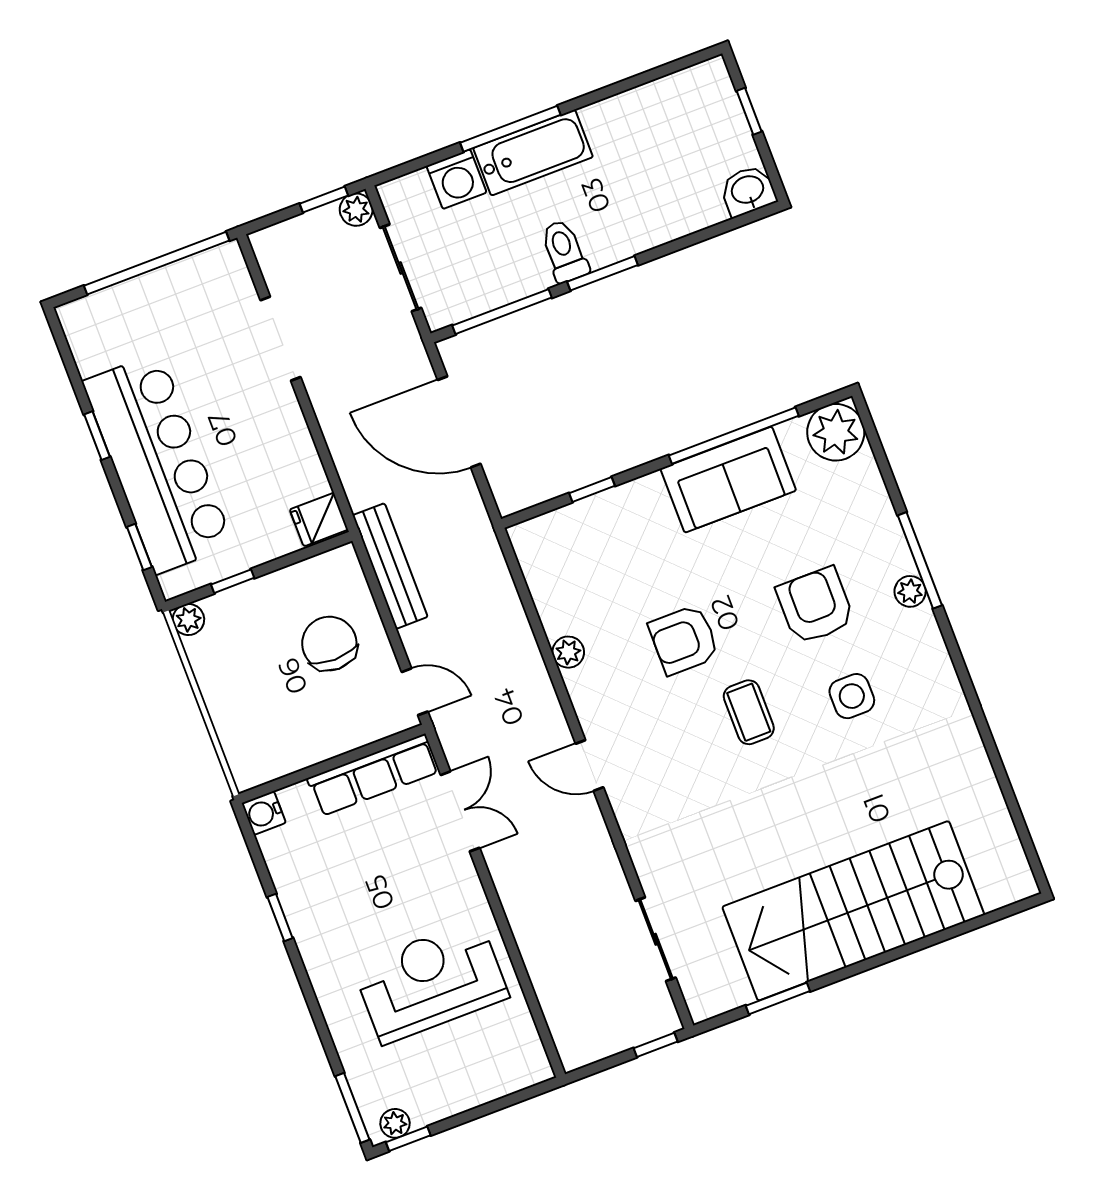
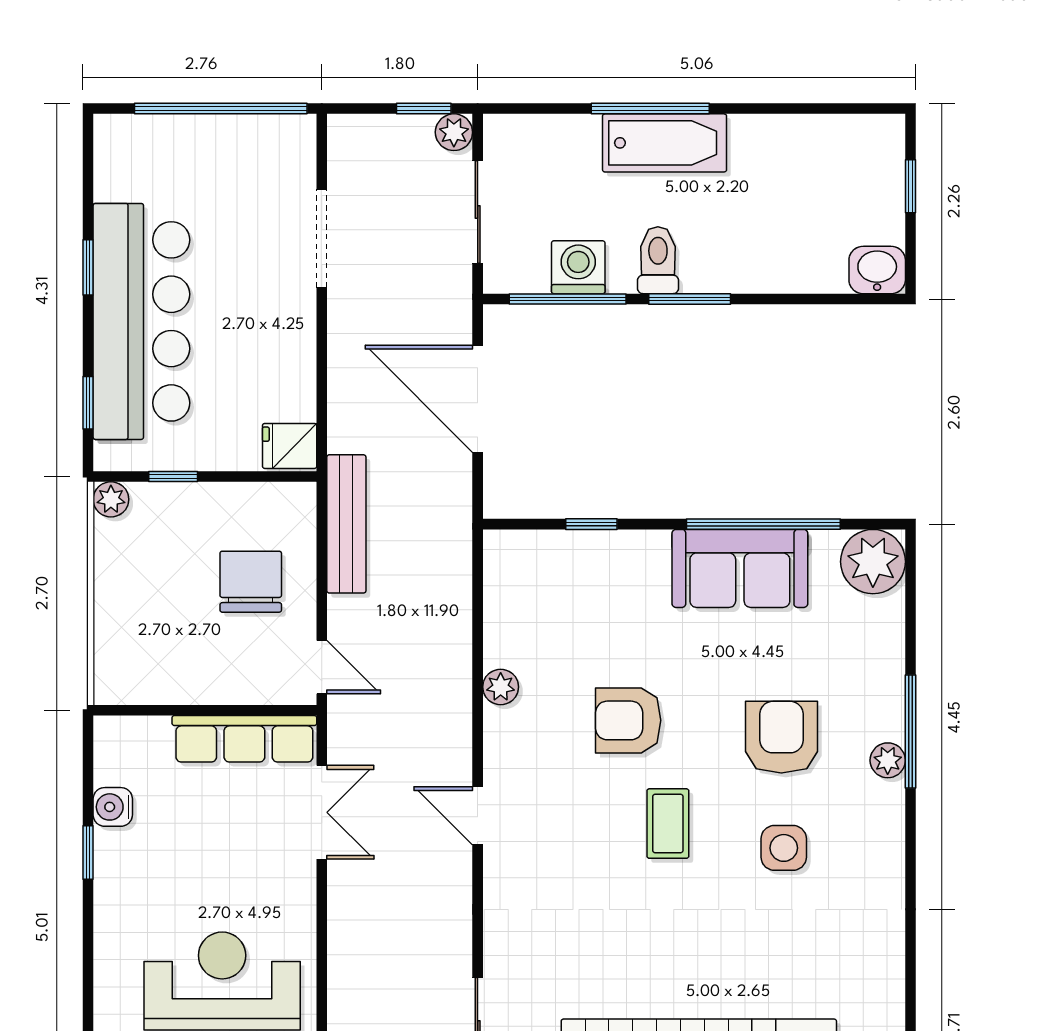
washing machine: (456, 179) -> (578, 267), moved, turned 180
water cooler: (264, 813) -> (113, 807), moved

